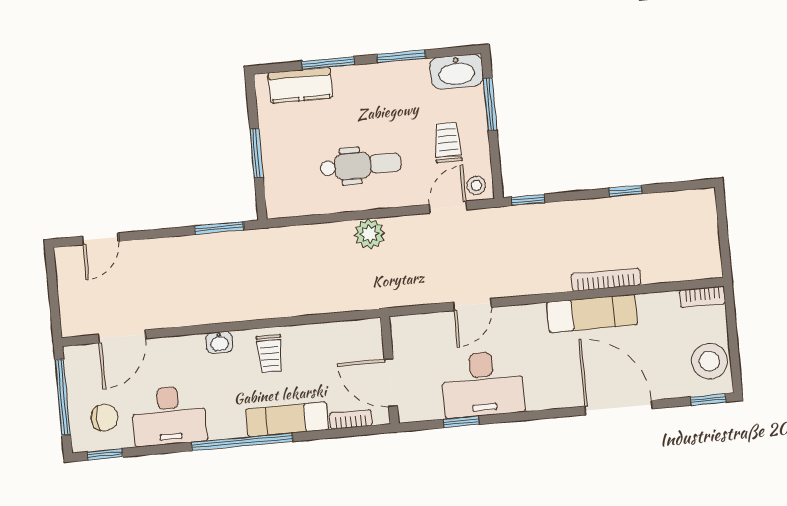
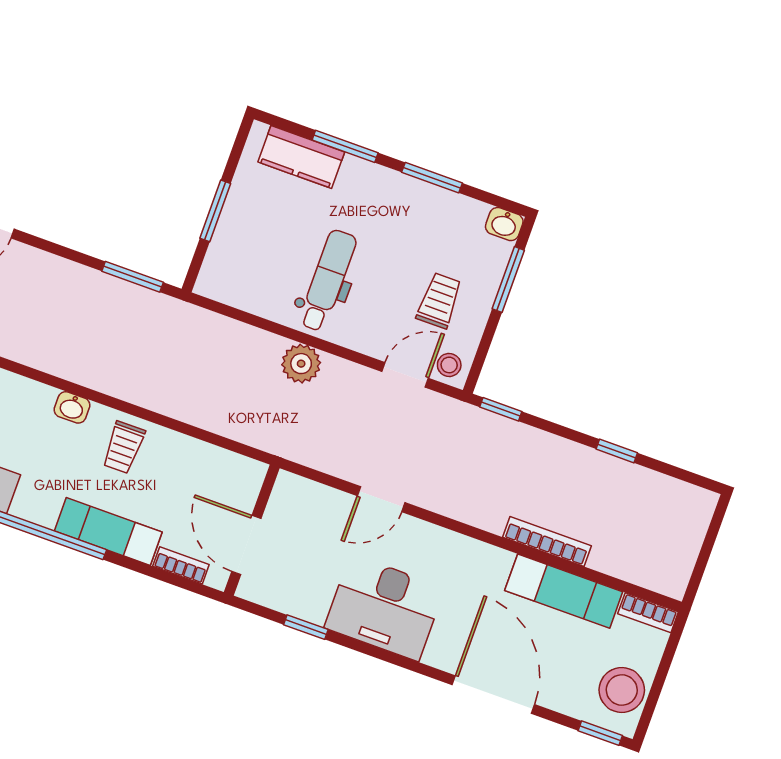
washbasin: (457, 72) -> (504, 224), width x0.52, depth x0.69
dental chair: (361, 165) -> (328, 280), turned -90
exam couch: (592, 313) -> (564, 591), moved
desk: (483, 384) -> (384, 608), moved

